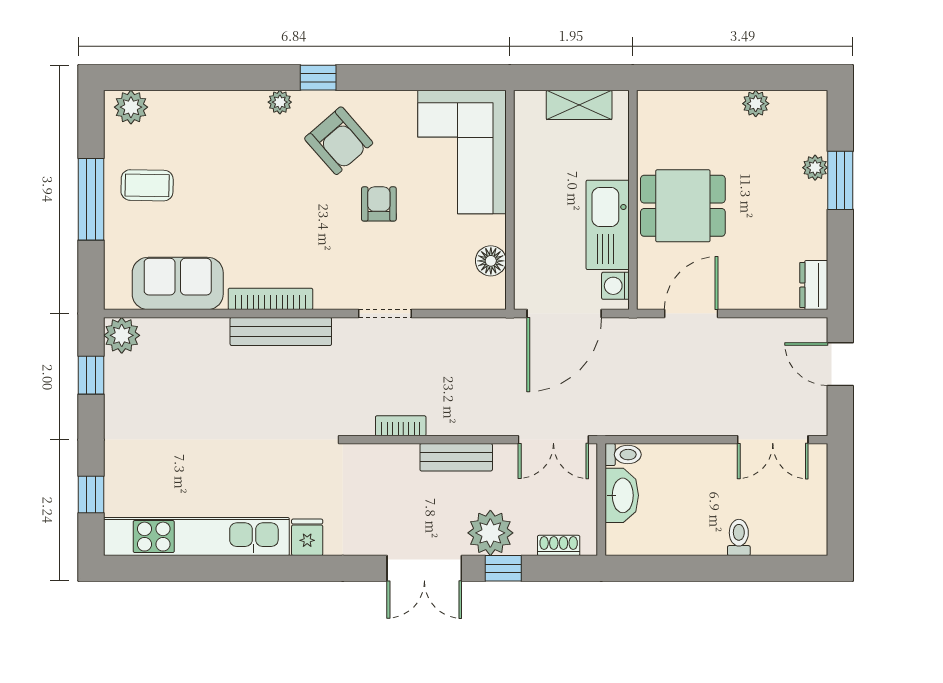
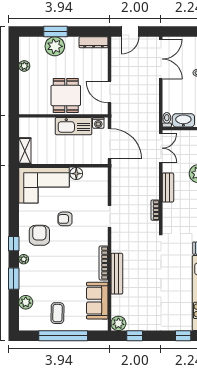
window: (232, 78) -> (14, 279), added
shelving: (579, 105) -> (25, 151), moved
plant: (131, 107) -> (26, 302), moved
armchair: (339, 141) -> (39, 235), turned -49
plant: (815, 168) -> (55, 46), width x1.87, depth x1.87
window: (91, 199) -> (63, 336), width x1.46
floor lamp: (491, 261) -> (76, 174), moved
dresser: (814, 285) -> (94, 42), width x1.44
bench: (281, 331) -> (117, 274), moved
double door: (773, 440) -> (161, 59), width x1.37

